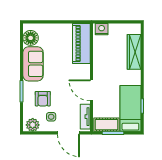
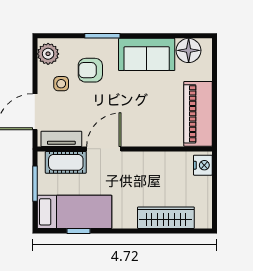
piano: (81, 43) -> (198, 114), moved, turned -90
cot: (107, 125) -> (66, 162), moved, turned 90

